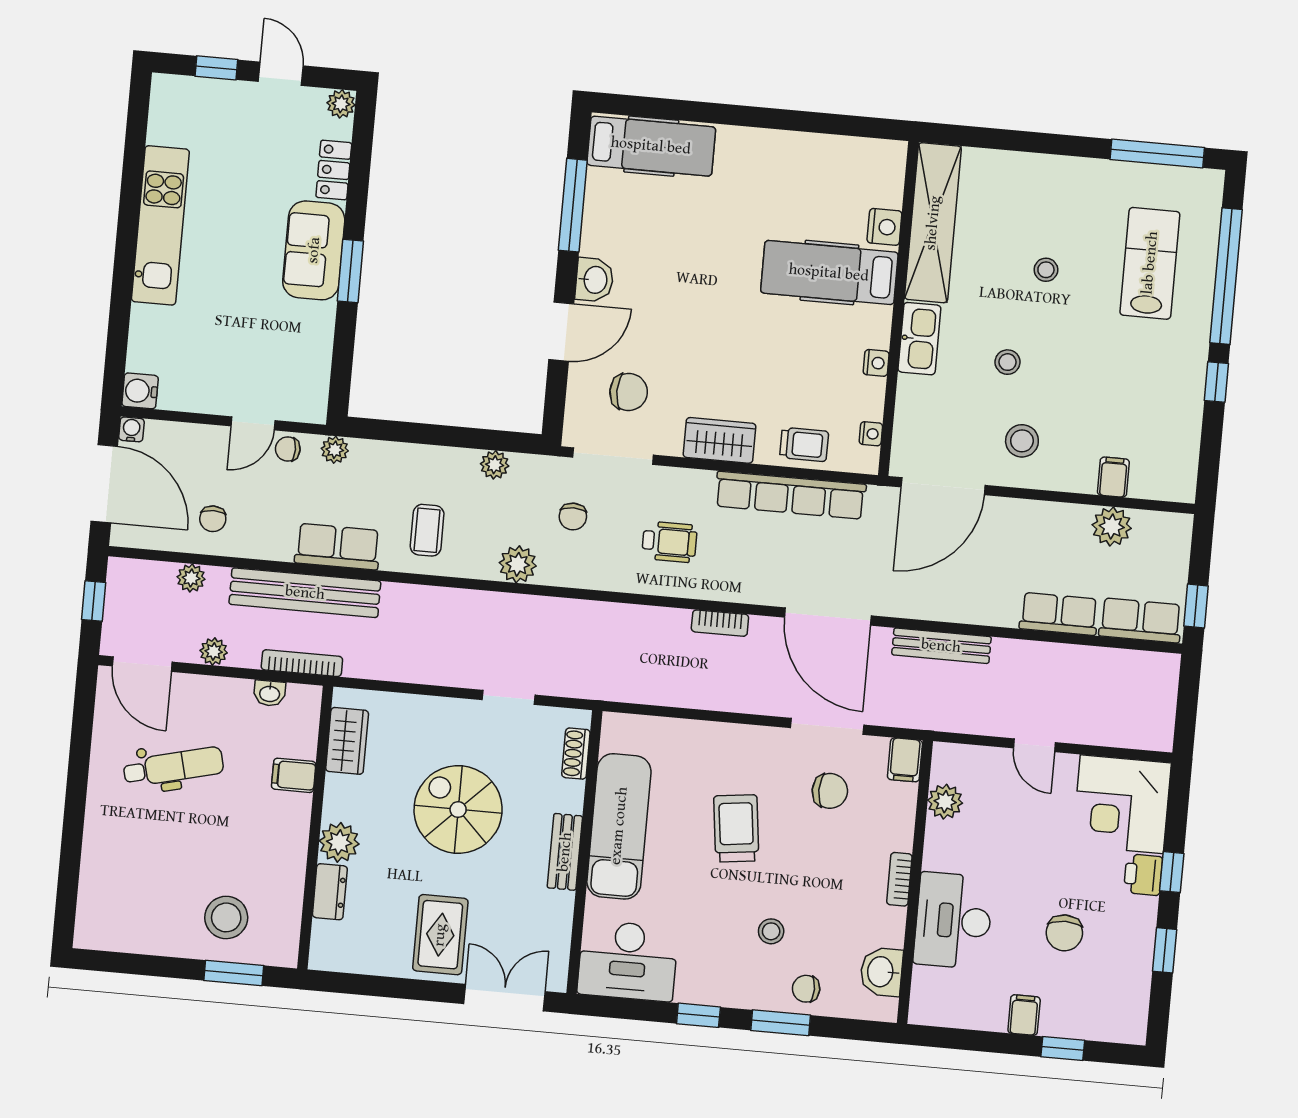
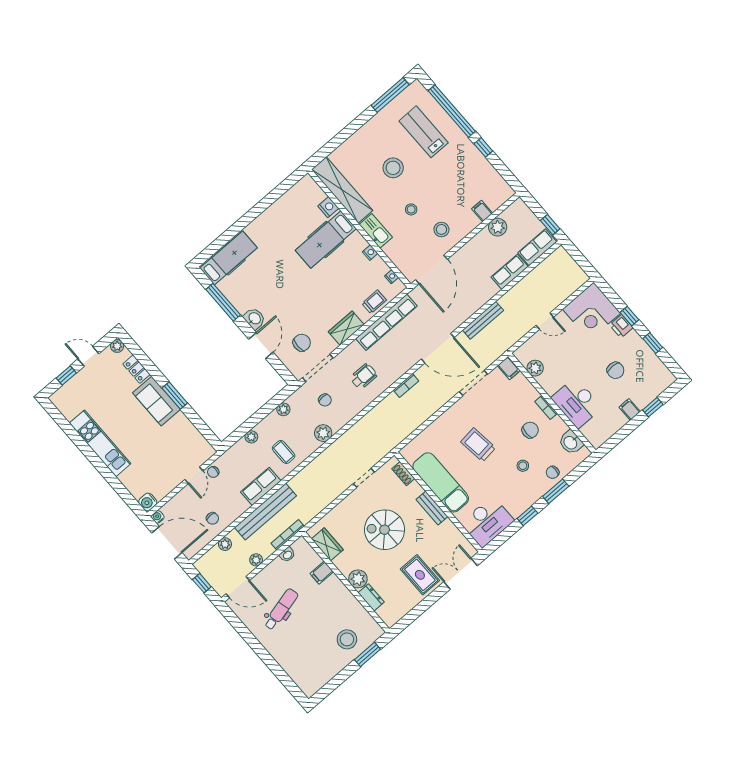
stool: (1046, 270) -> (393, 168), width x1.89, depth x1.89
plant: (335, 450) -> (251, 437), moved
chair: (830, 791) -> (530, 430), moved

